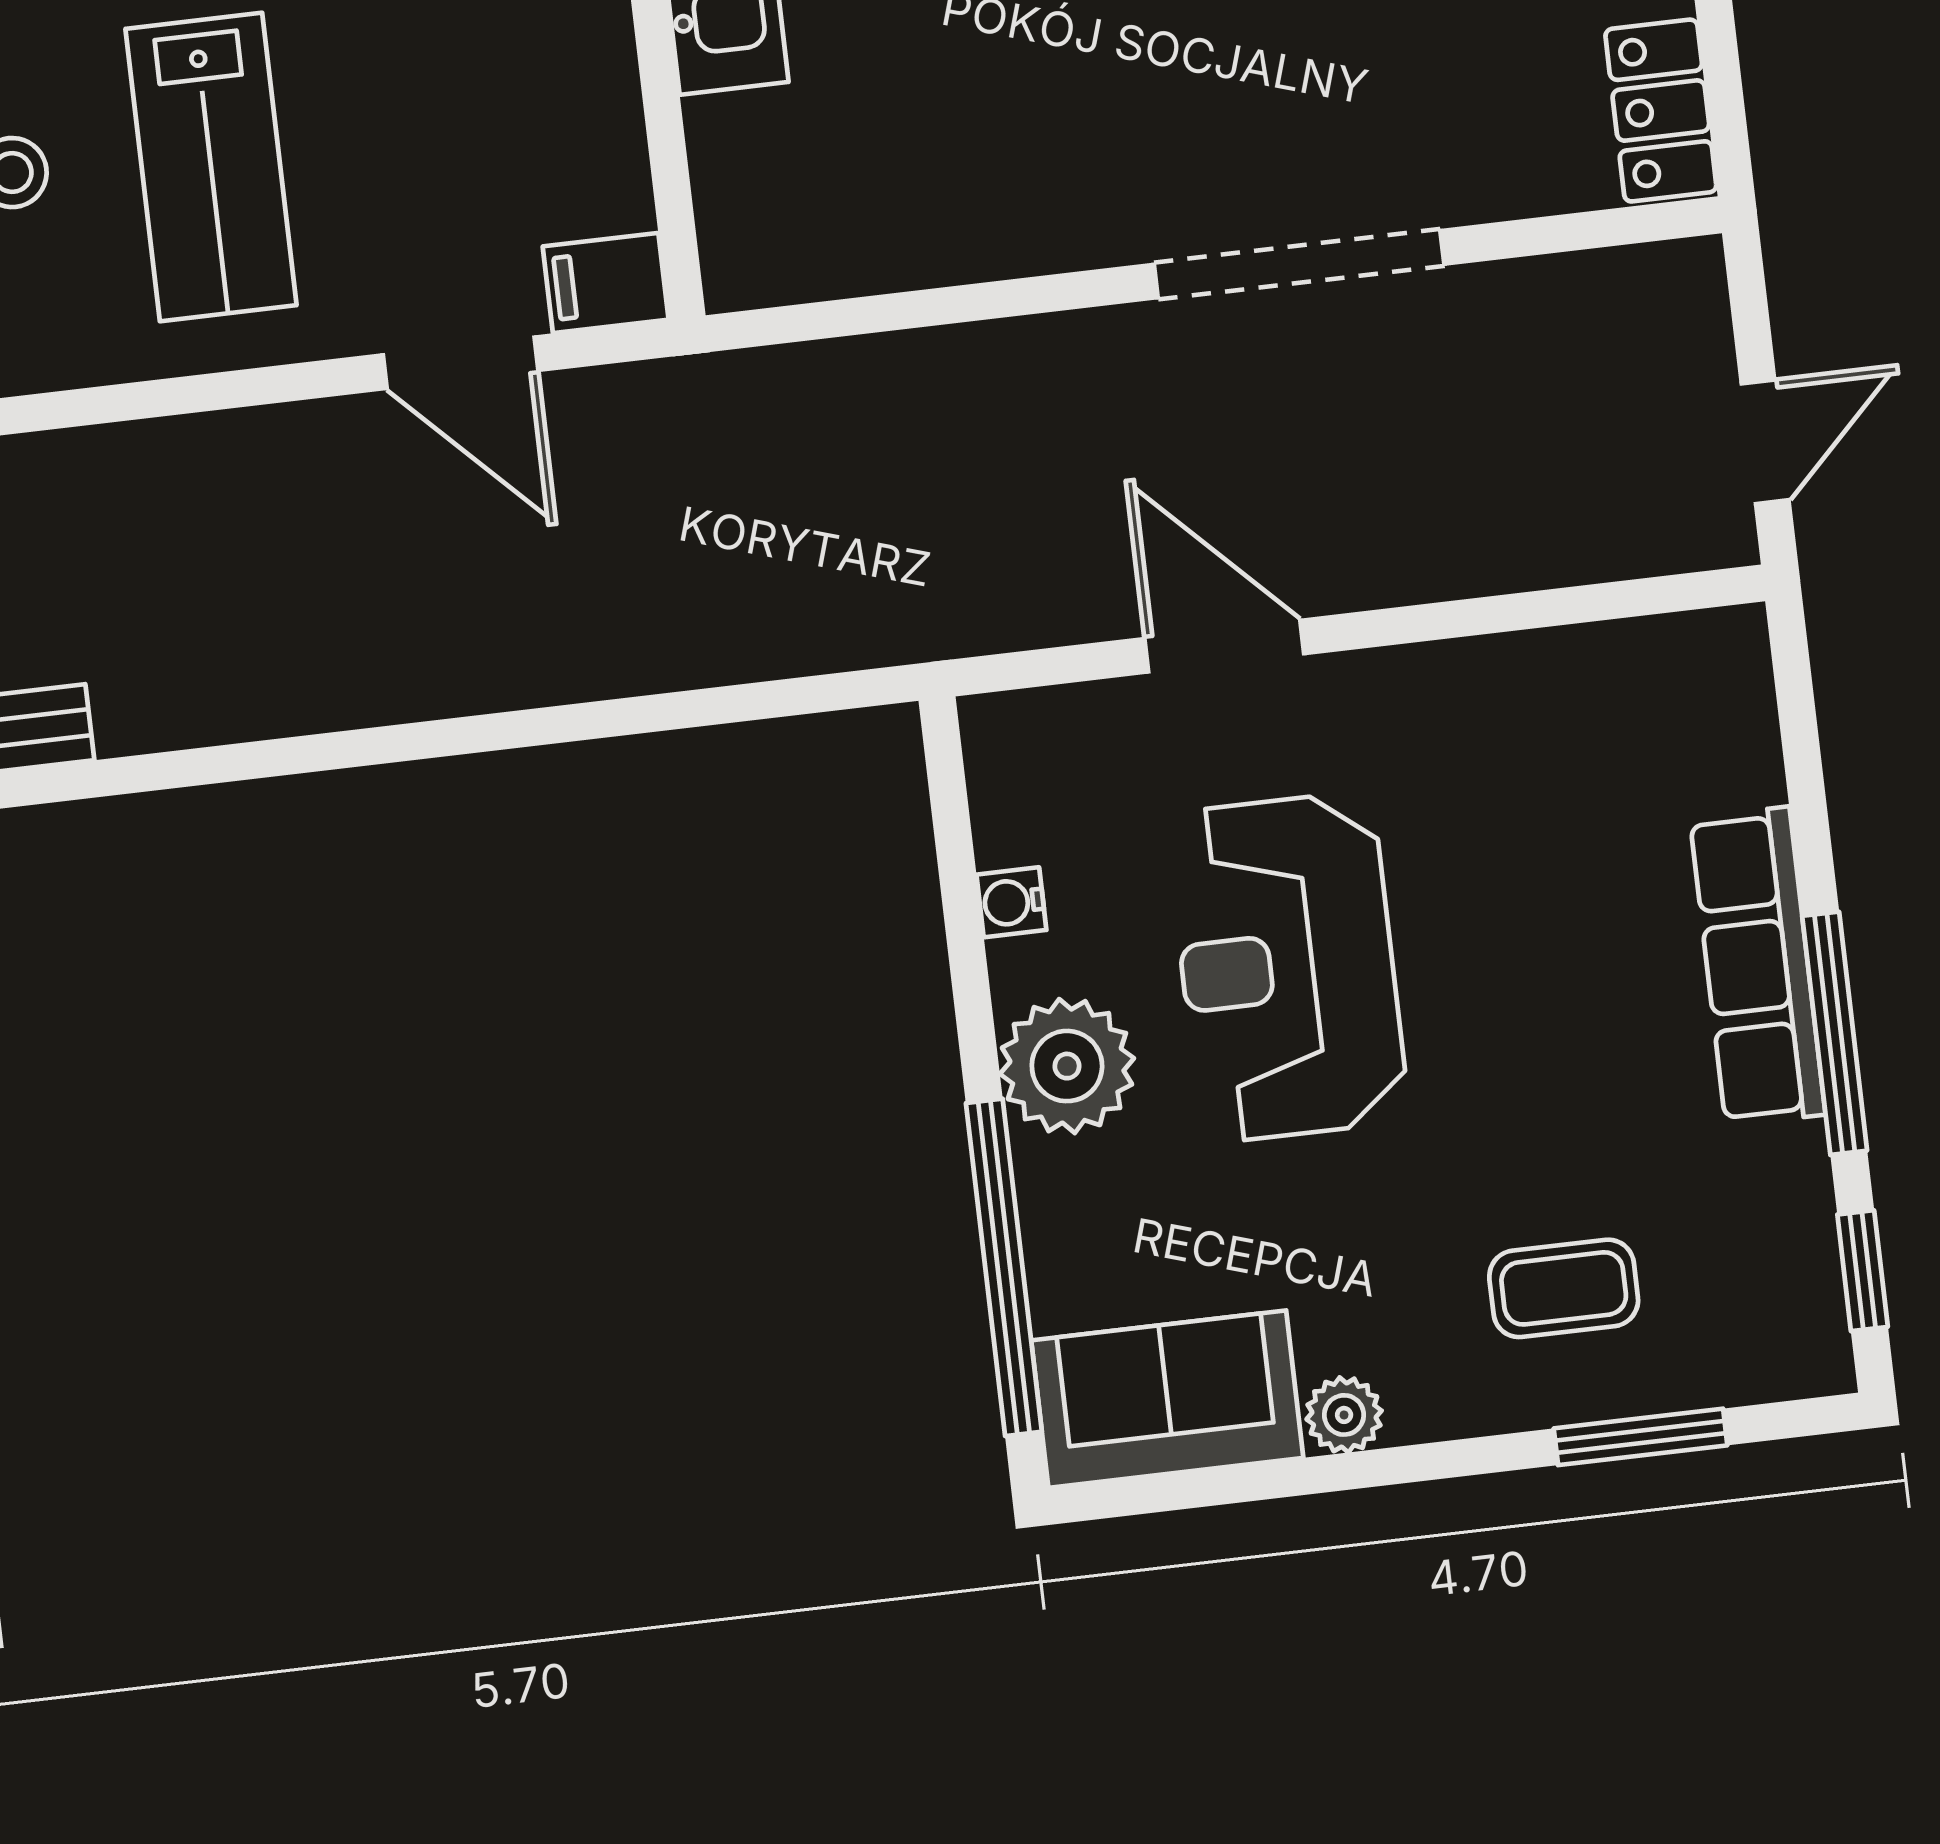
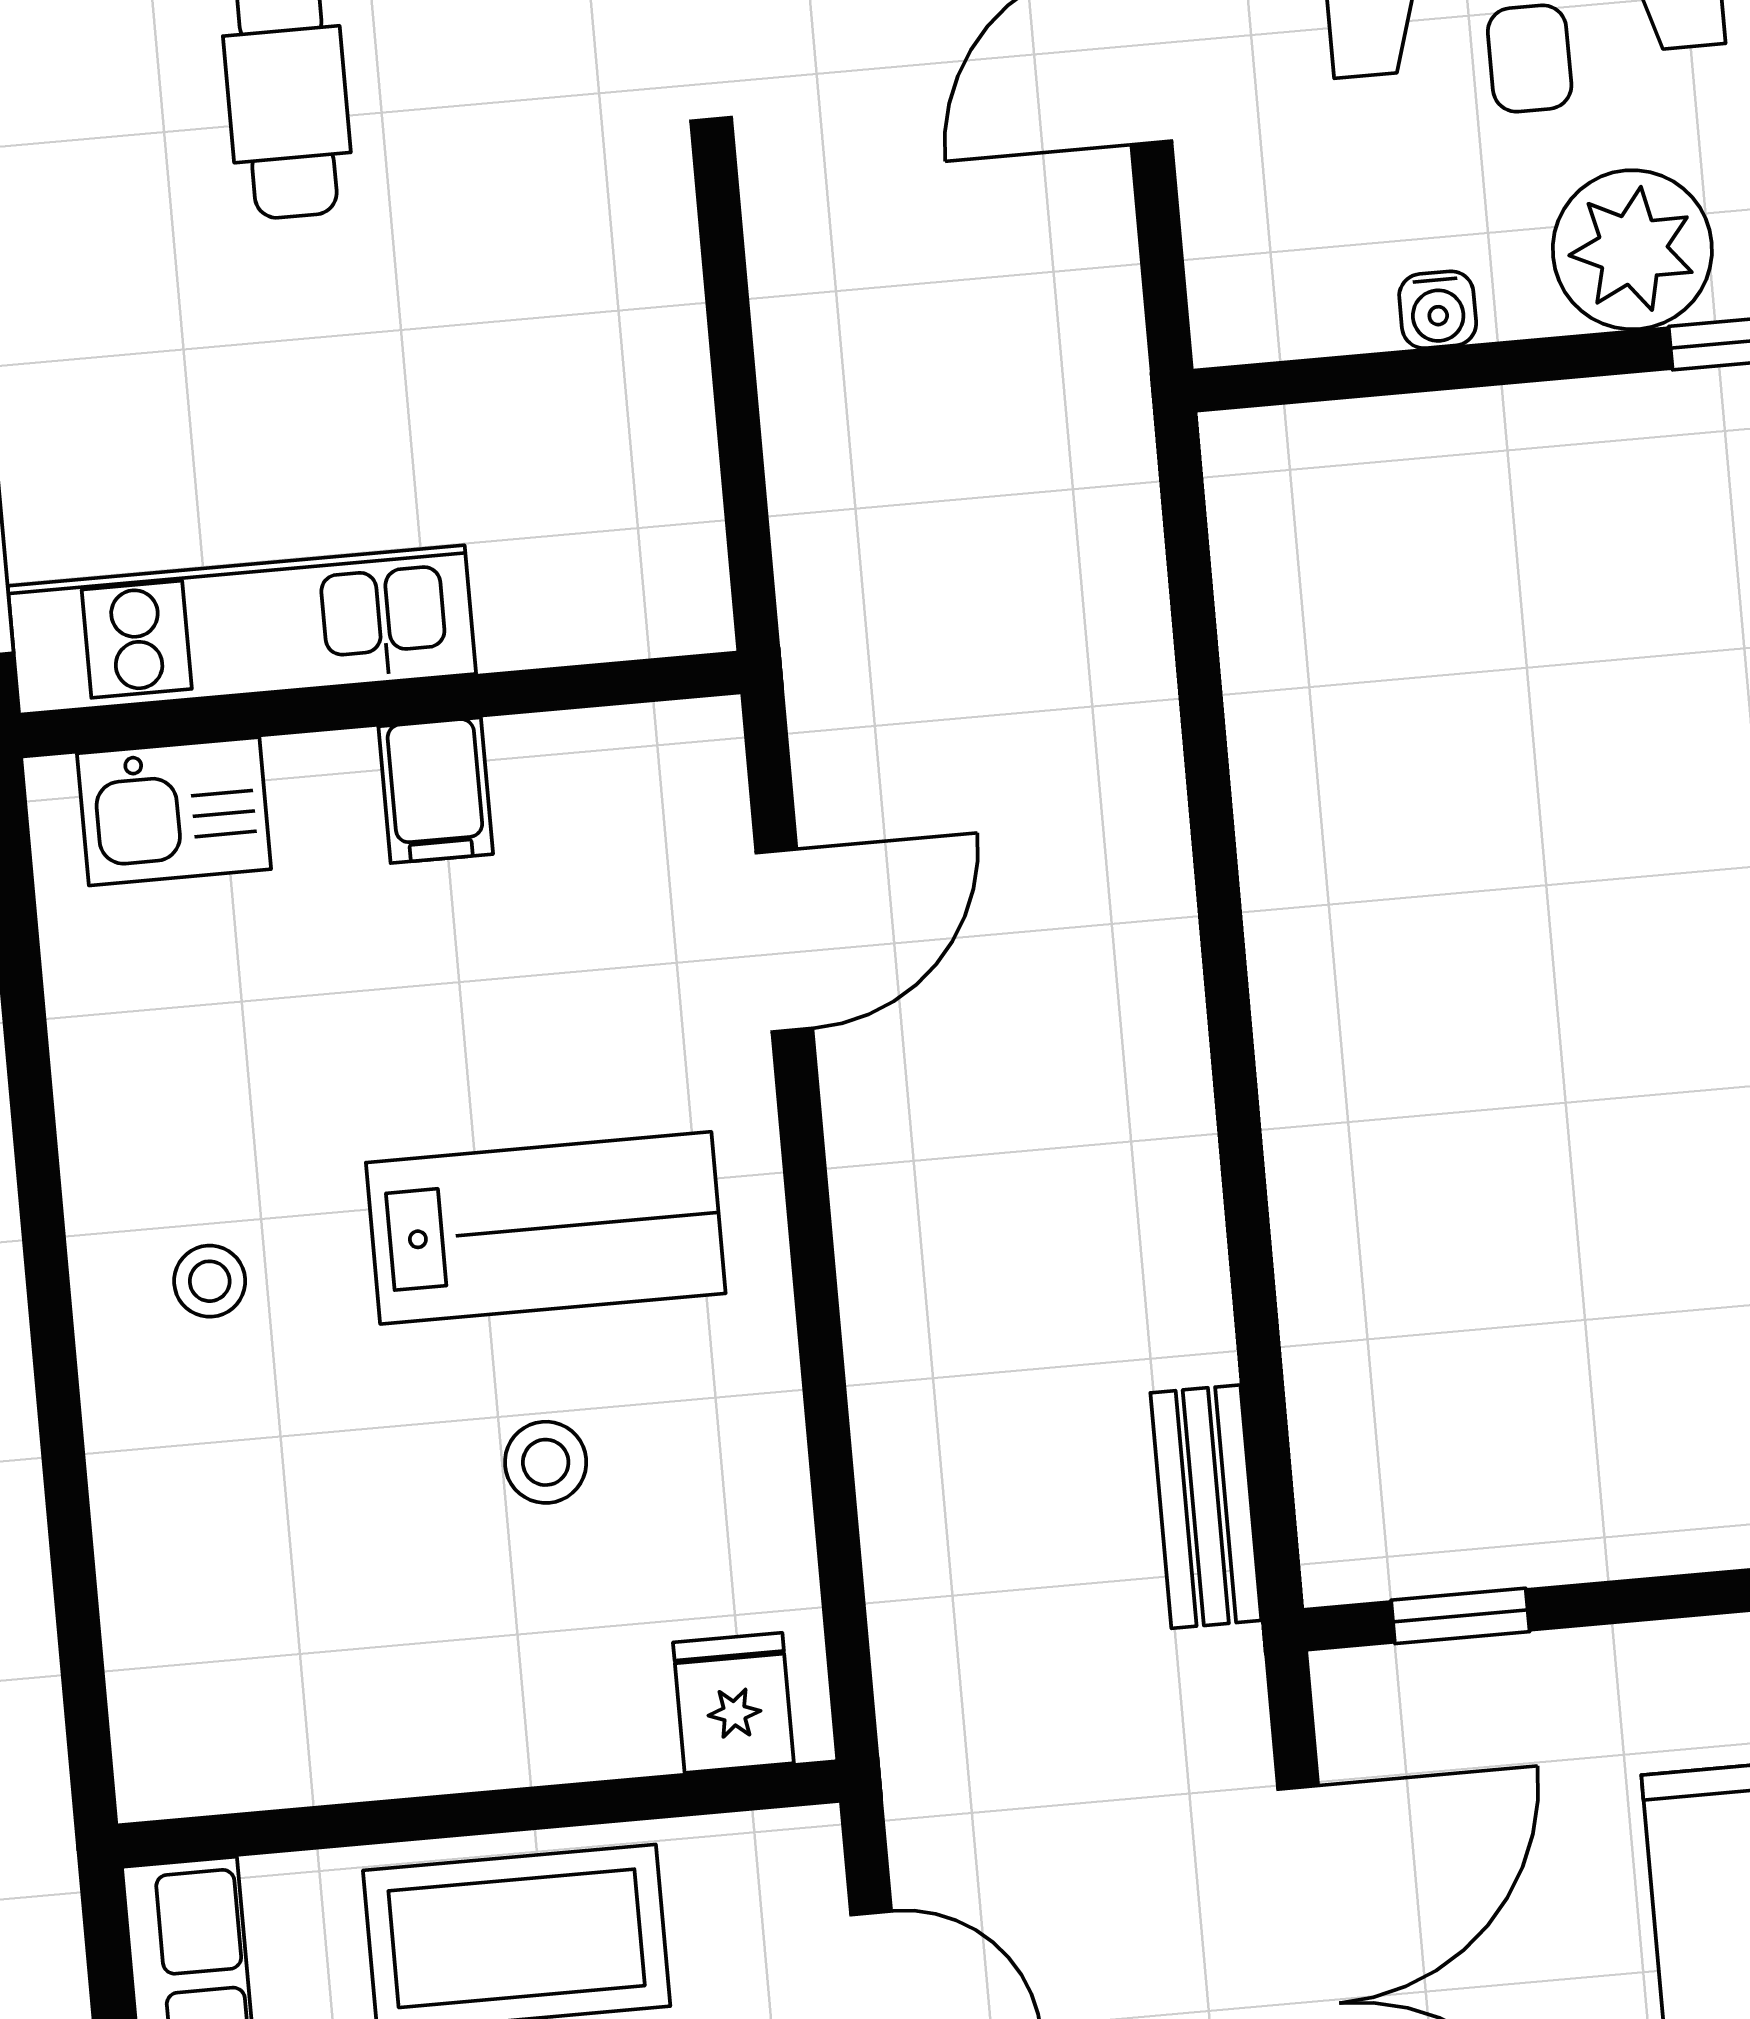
filing cabinet: (606, 283) -> (436, 790), moved

